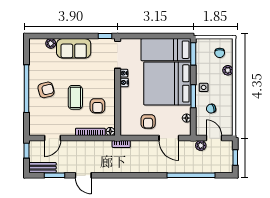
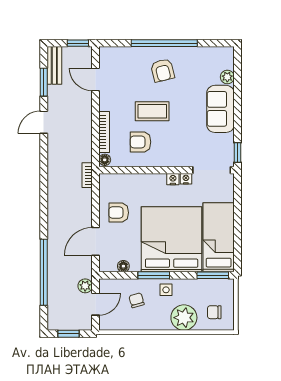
plant: (228, 70) -> (184, 318), width x1.87, depth x1.87

